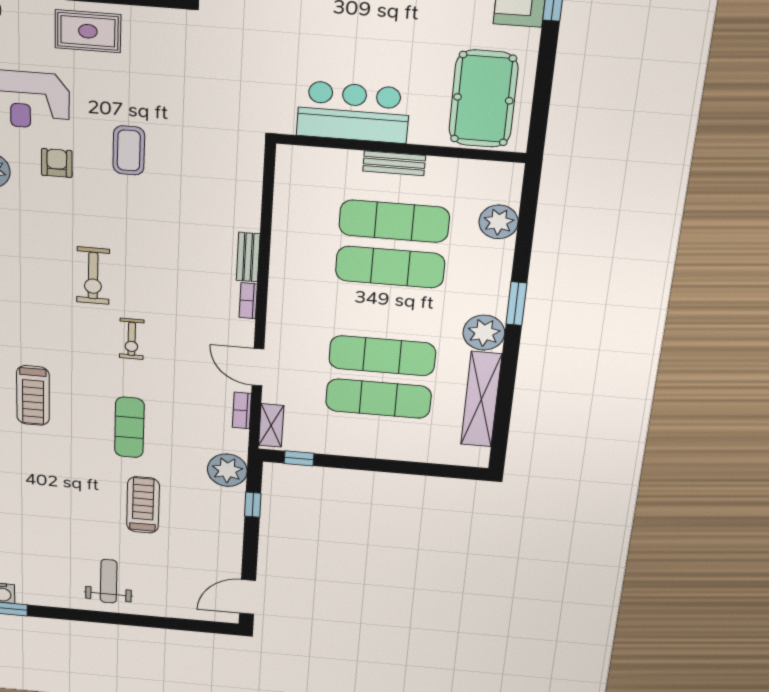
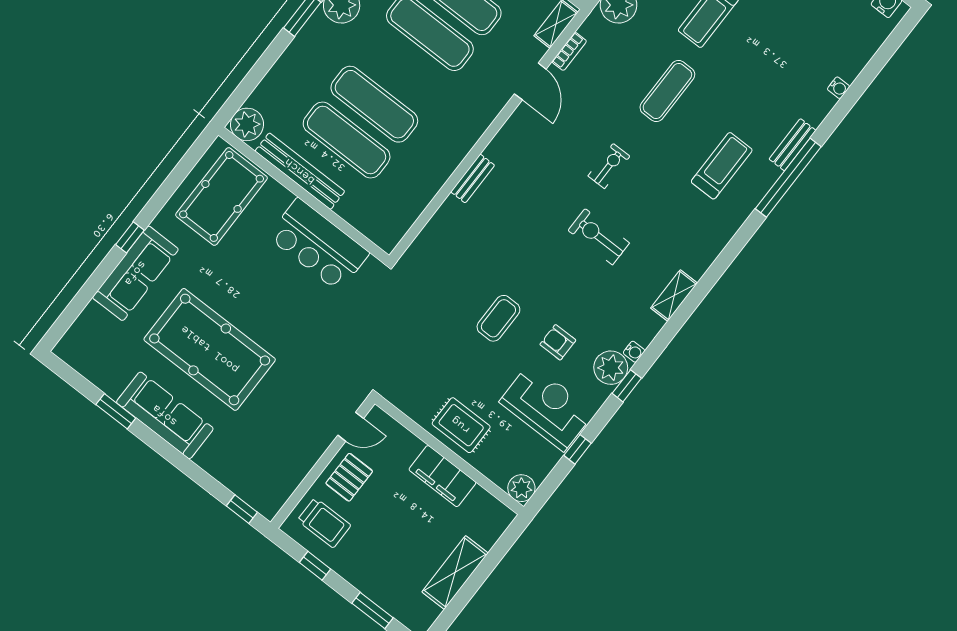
armchair: (57, 163) -> (558, 342), turned 90
bench: (394, 163) -> (300, 171), width x1.86, depth x1.21
plant: (499, 222) -> (247, 124), moved
exercise bike: (93, 276) -> (599, 237), turned -90
bookcase: (248, 301) -> (498, 142), removed

